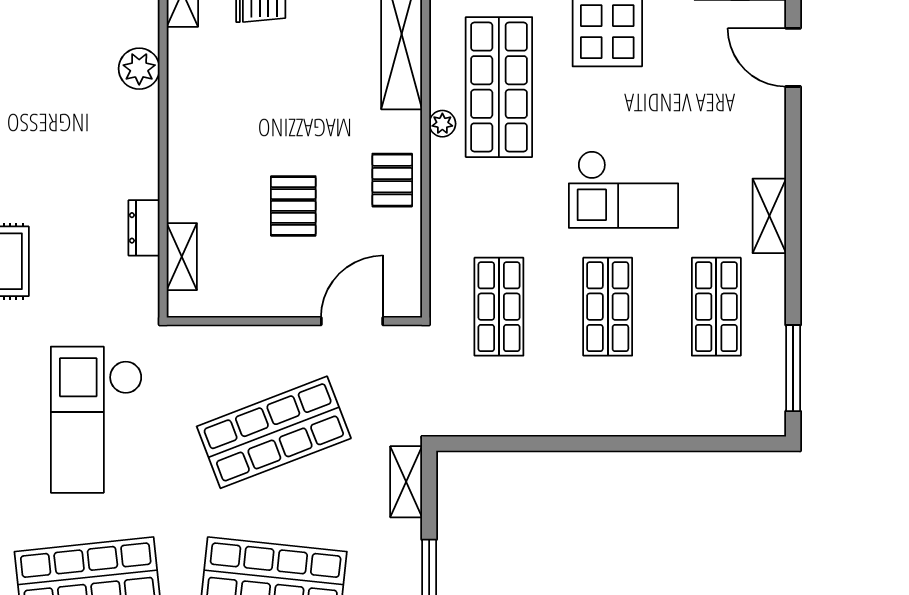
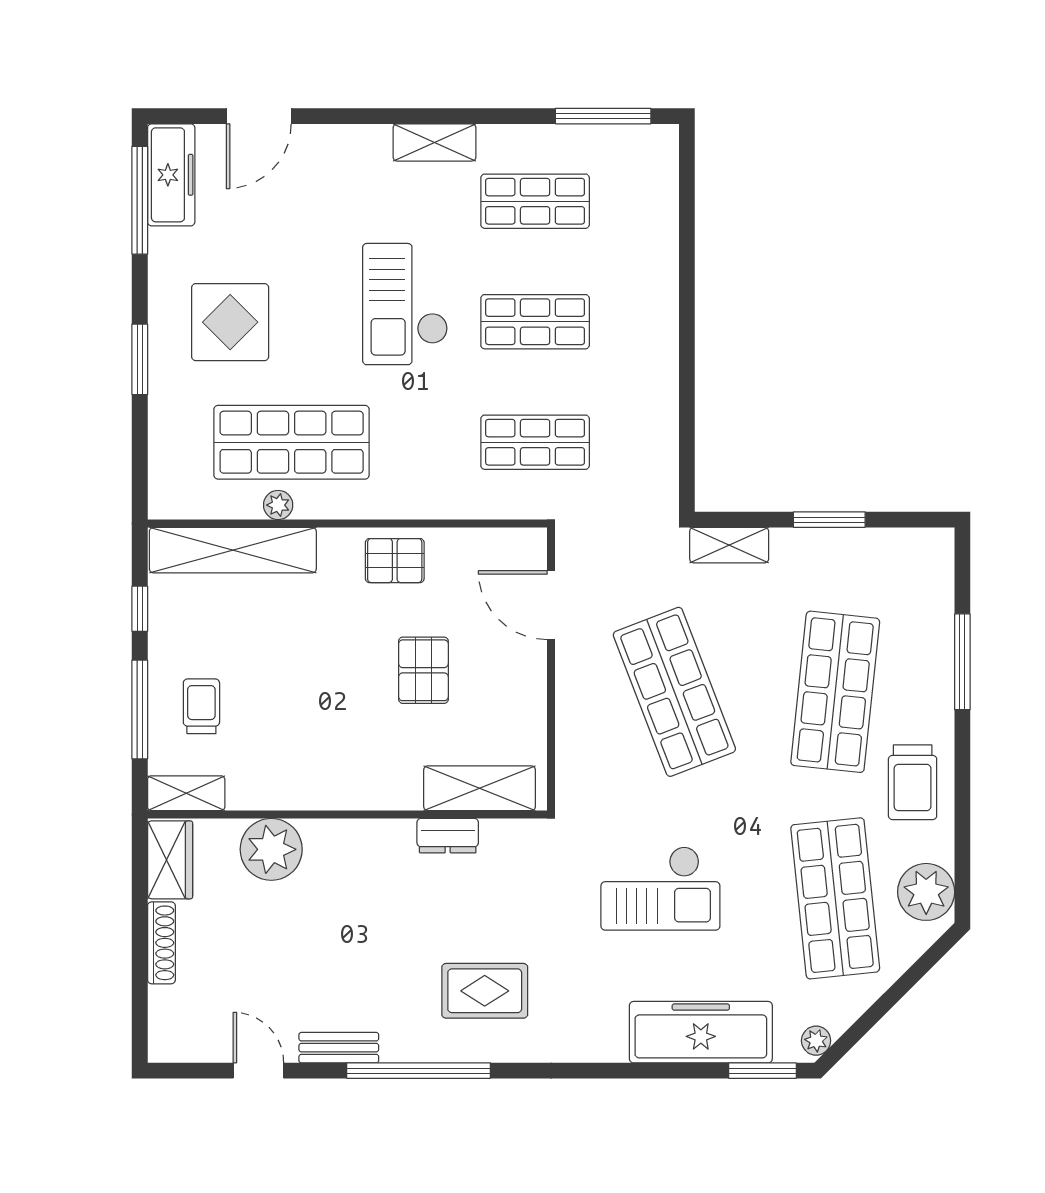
plant: (139, 69) -> (271, 849), width x1.36, depth x1.36
plant: (442, 124) -> (278, 505), moved
checkout: (624, 189) -> (405, 304), turned 180
pallet: (293, 206) -> (423, 670), turned 90
shelving: (182, 257) -> (480, 788), width x1.50, depth x1.33
checkout: (97, 420) -> (660, 888), width x0.73, depth x0.83

